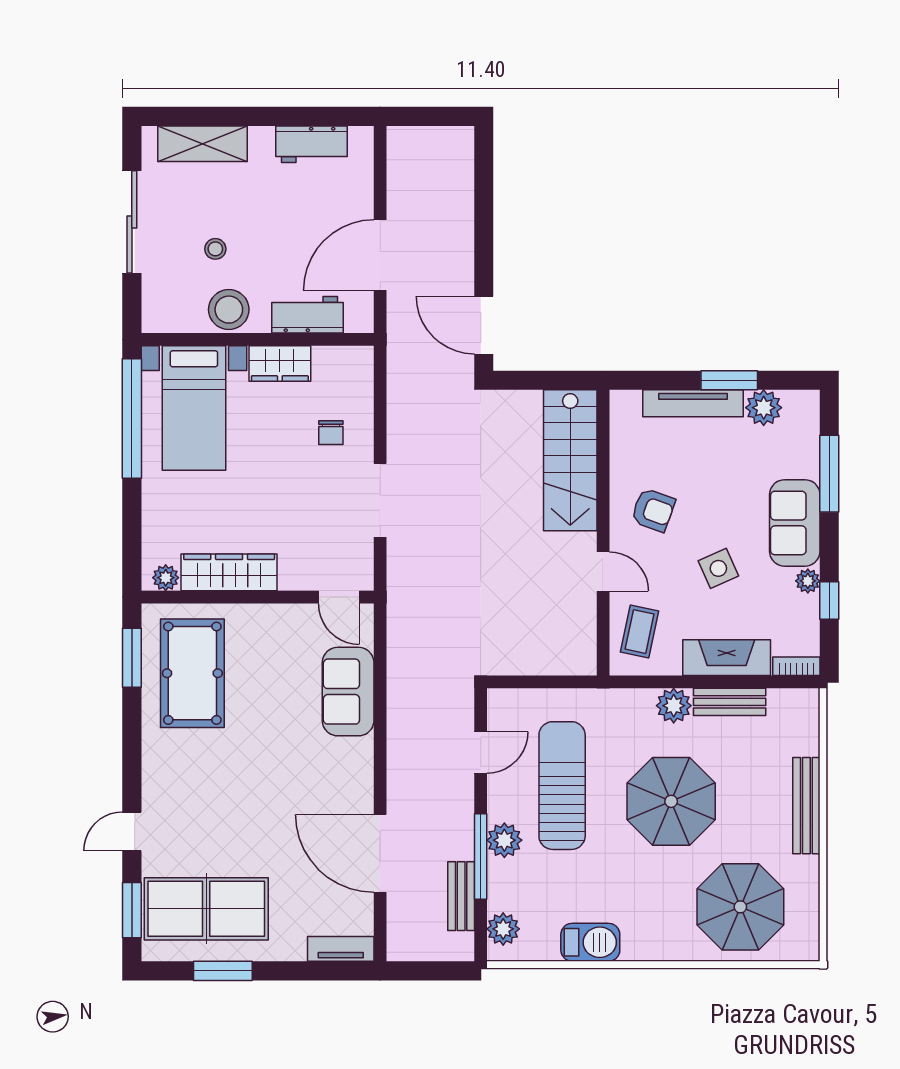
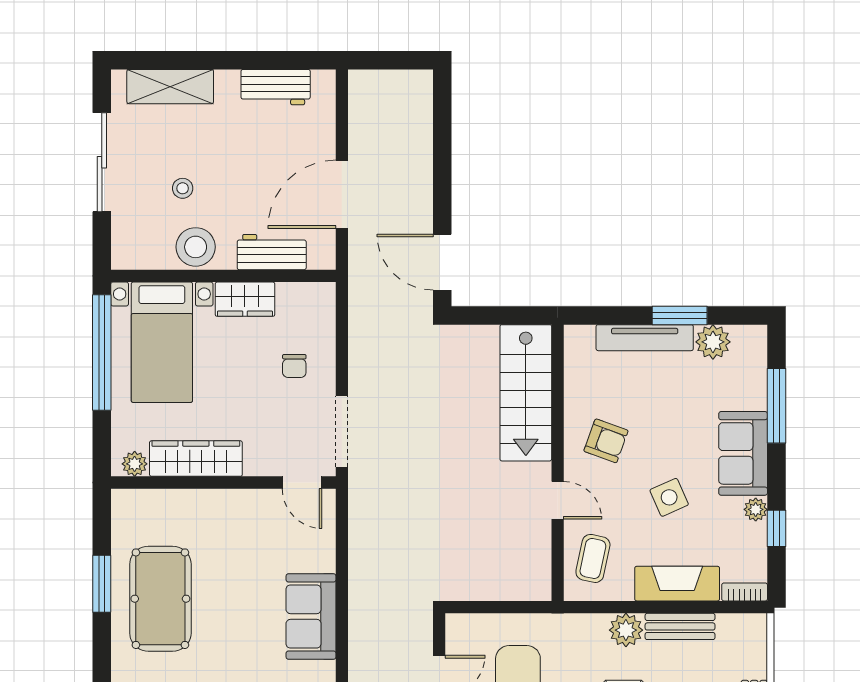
wardrobe: (229, 572) -> (196, 459), moved
plant: (166, 578) -> (135, 464), moved
wall: (258, 597) -> (223, 483), moved
door: (339, 597) -> (302, 483), moved

